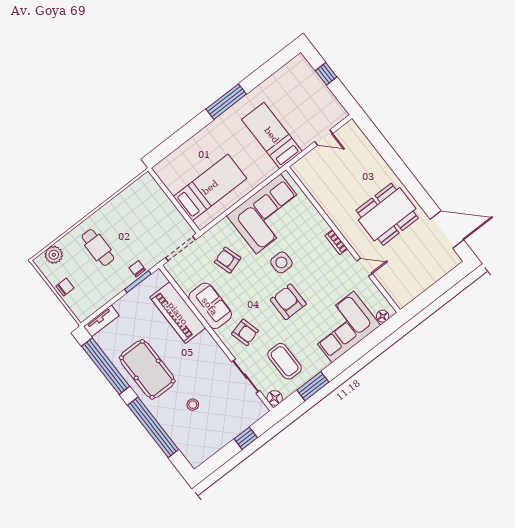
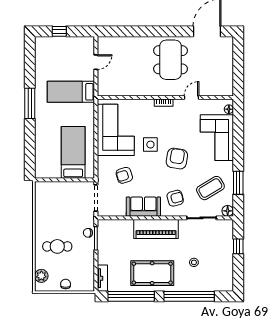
armchair: (288, 302) -> (177, 159), turned 99
piano: (178, 313) -> (156, 229), moved
coffee table: (285, 361) -> (210, 188), turned -31

